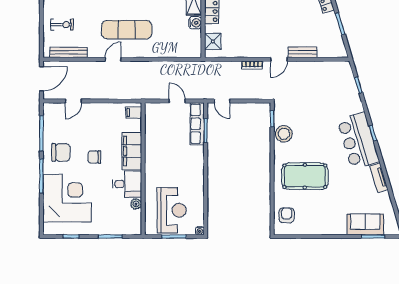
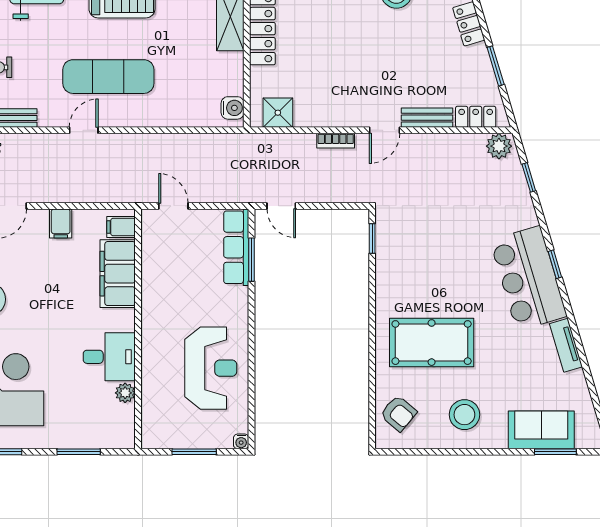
water cooler: (195, 23) -> (233, 108), moved
shower: (213, 41) -> (278, 113), moved
locker: (329, 52) -> (476, 117), added
plant: (342, 68) -> (499, 146), added
door: (177, 101) -> (173, 206), moved
filing cabinet: (100, 111) -> (61, 223), added
stool: (284, 134) -> (464, 415), moved
filing cabinet: (132, 151) -> (118, 274), moved
chair: (94, 157) -> (50, 308), removed
reception desk: (172, 210) -> (211, 368), moved
armchair: (287, 215) -> (398, 413), turned 130

